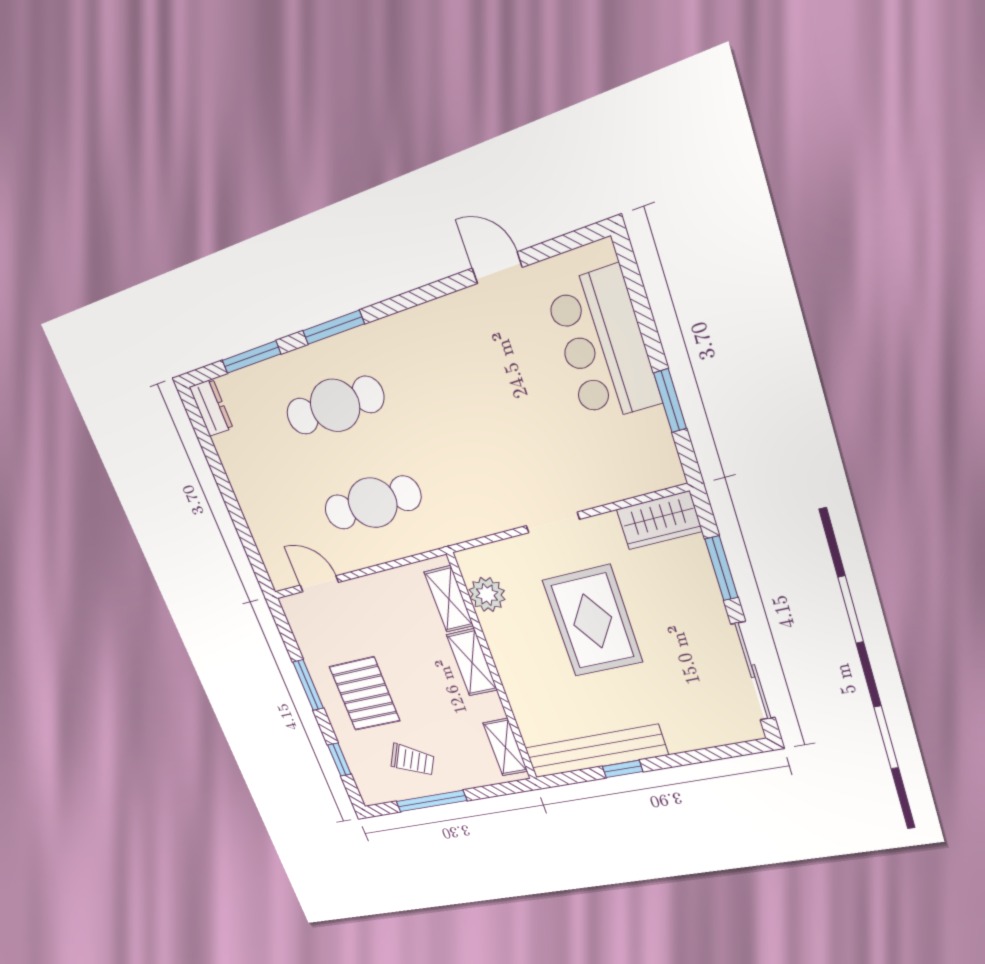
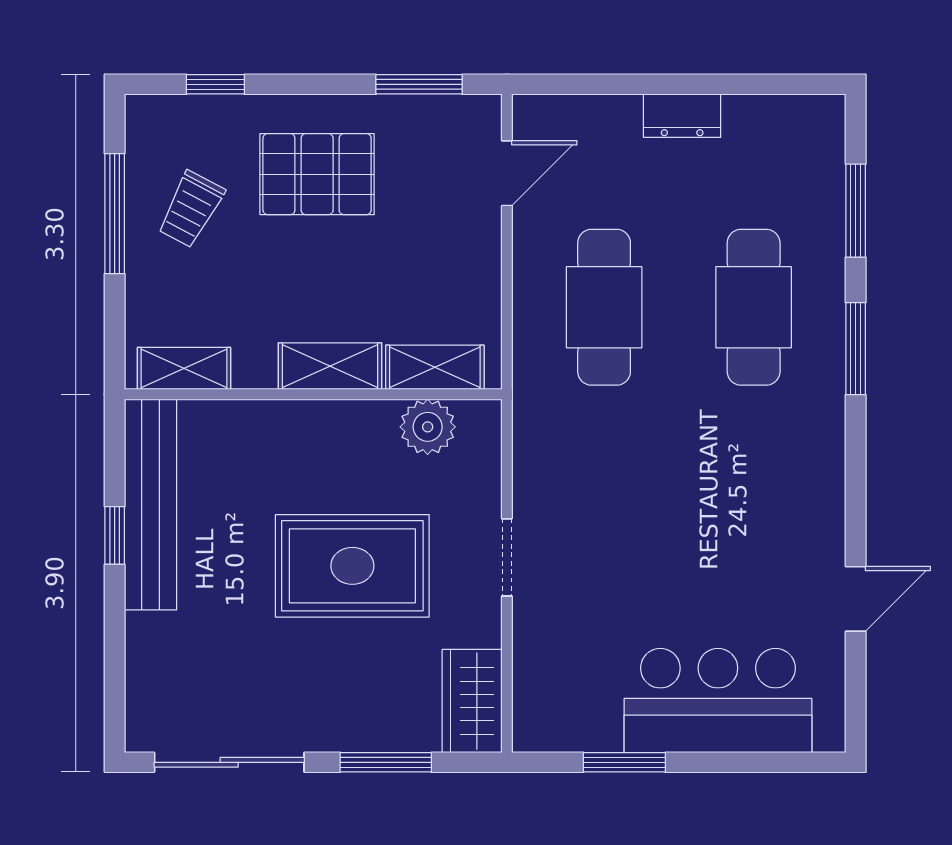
dresser: (211, 408) -> (682, 116), moved
window: (308, 685) -> (419, 84), moved

